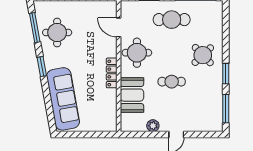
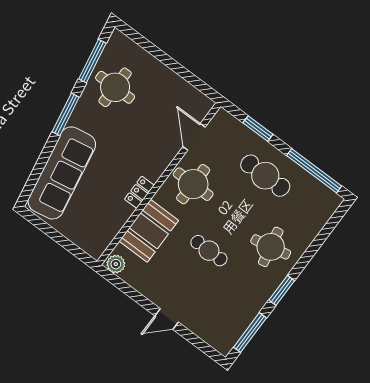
round table: (203, 55) -> (271, 247), turned 32
window: (42, 67) -> (66, 114), width x1.44
locker: (112, 73) -> (139, 192), width x0.66
plant: (153, 126) -> (116, 264), moved

